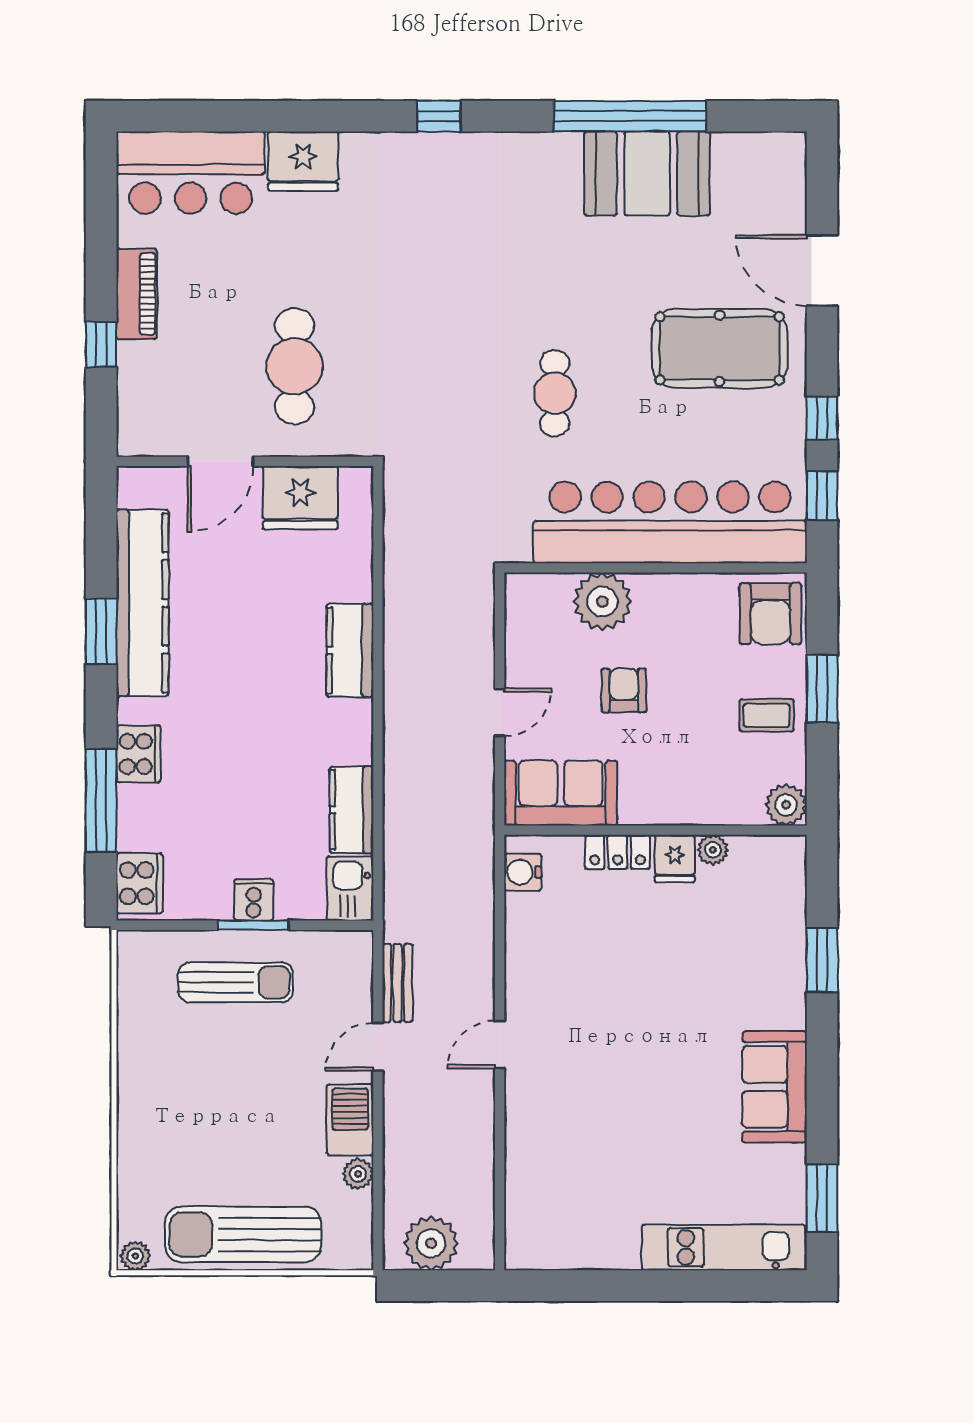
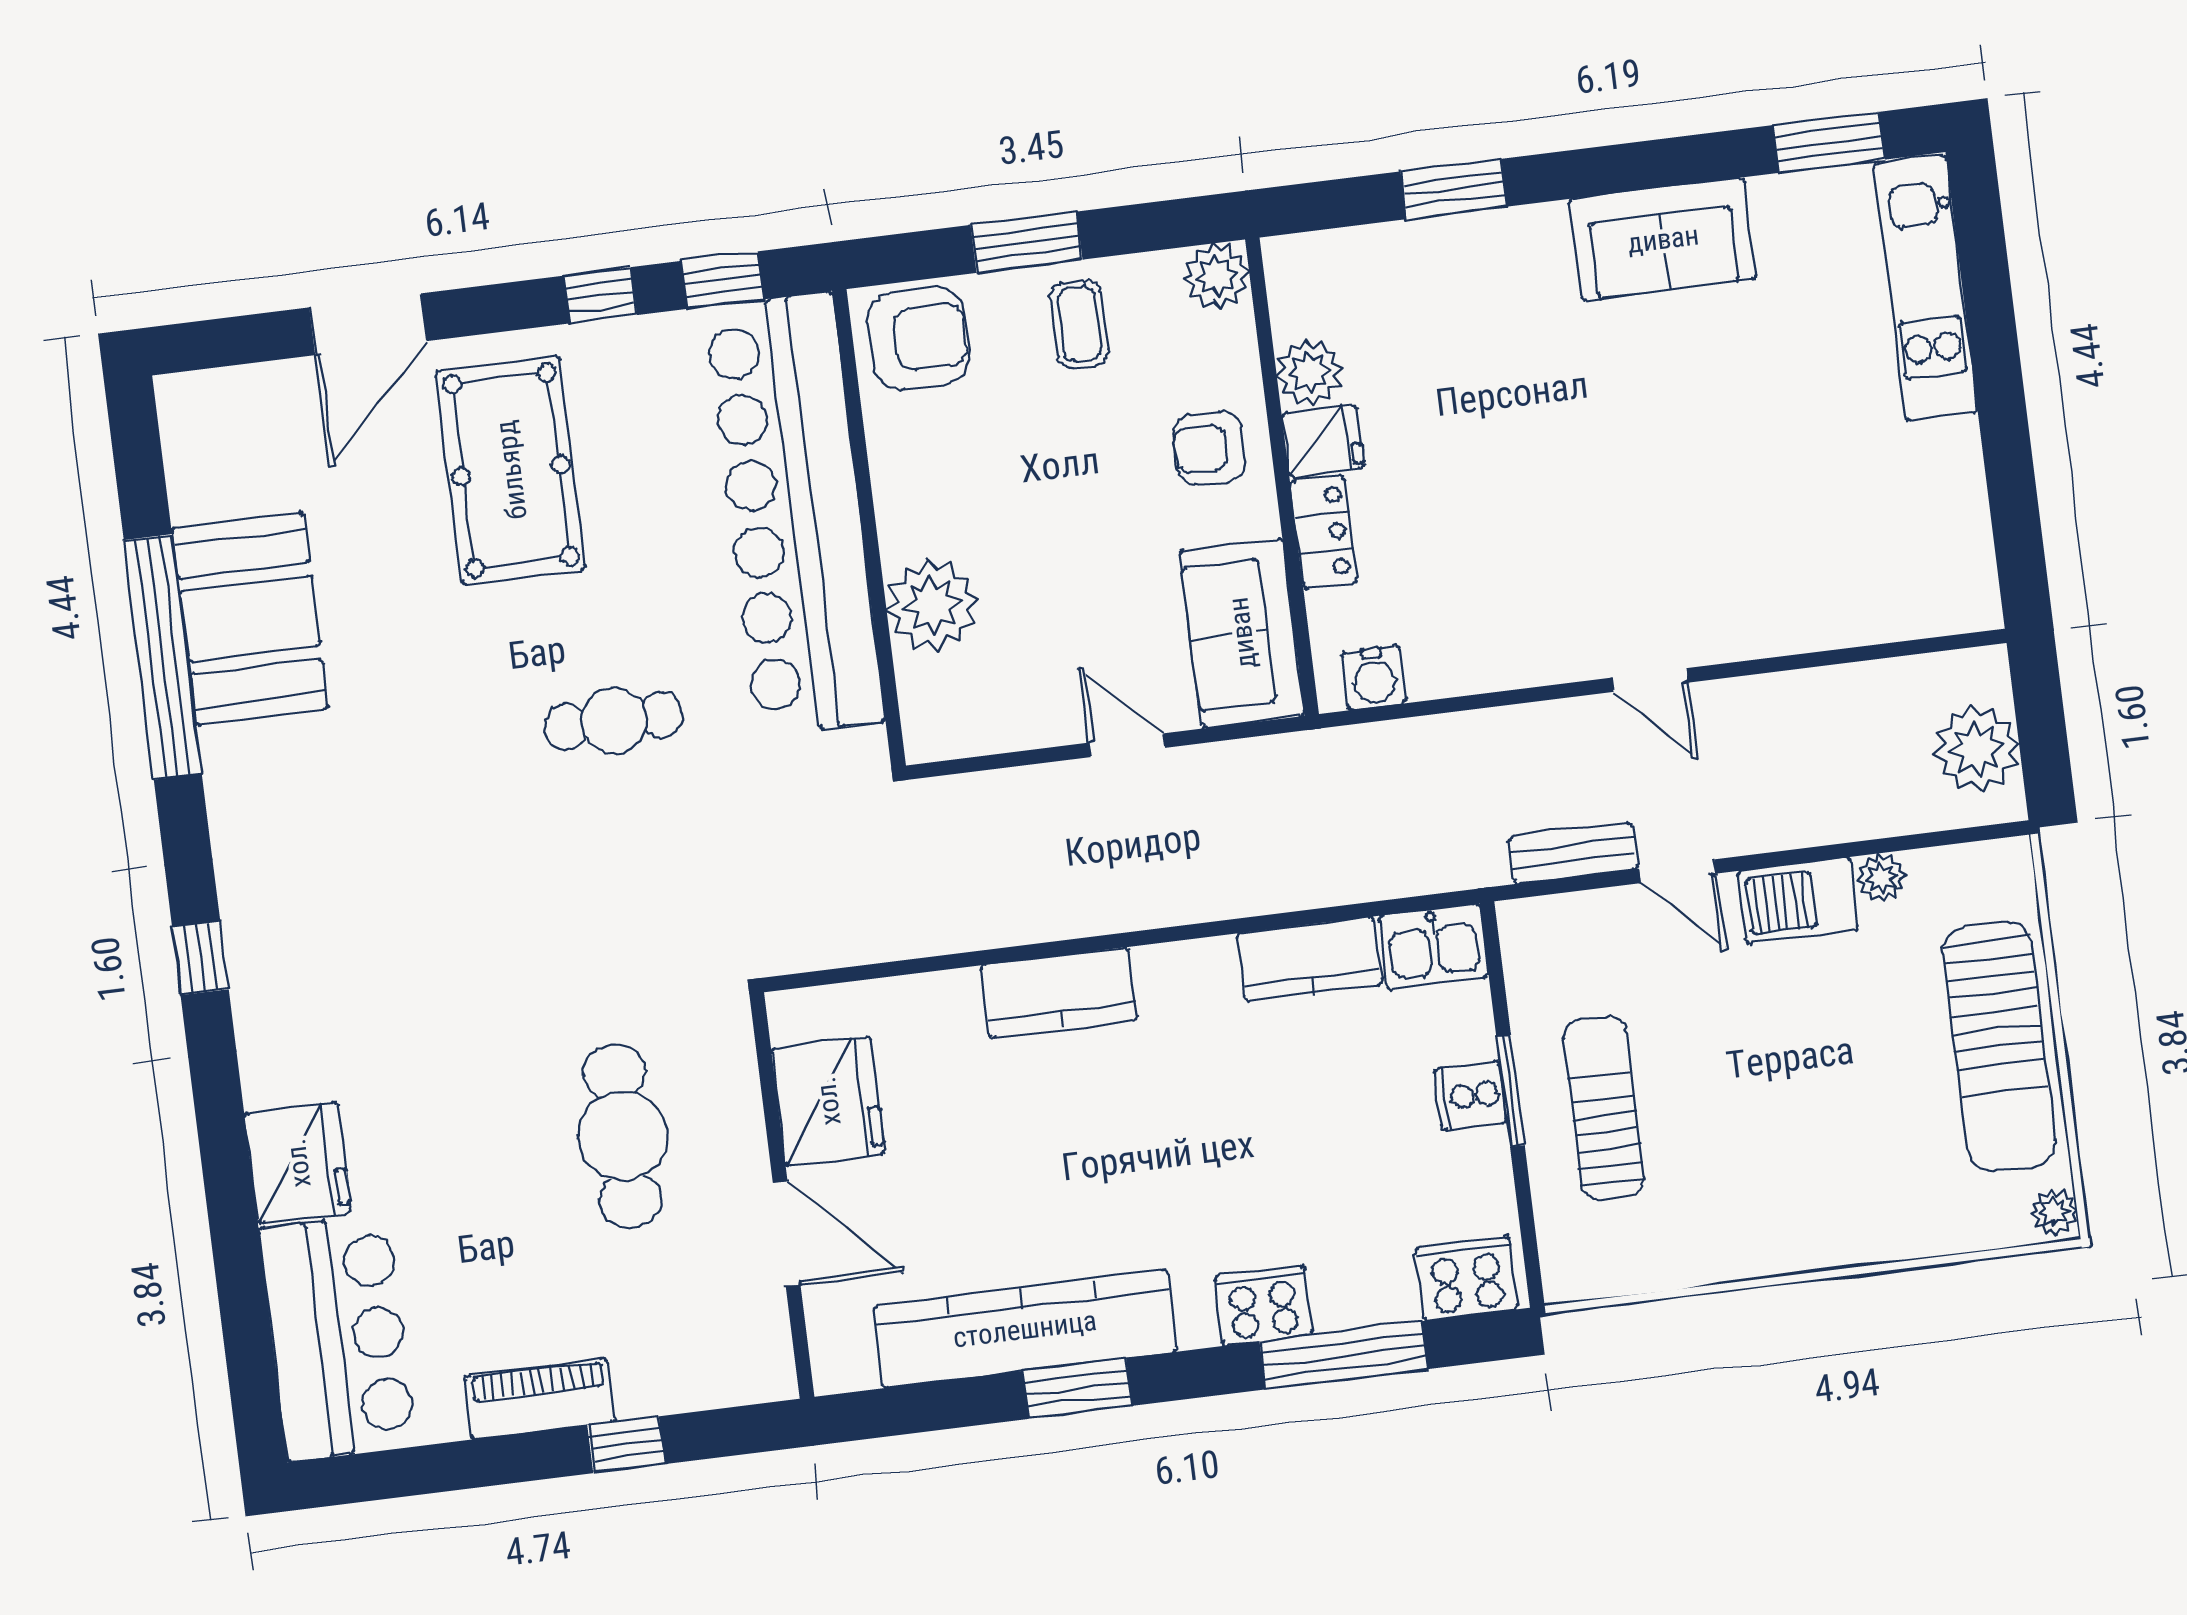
cafe table: (294, 366) -> (622, 1136), turned 90
armchair: (624, 690) -> (1209, 448), moved
plant: (713, 850) -> (1310, 372), width x1.38, depth x1.38

